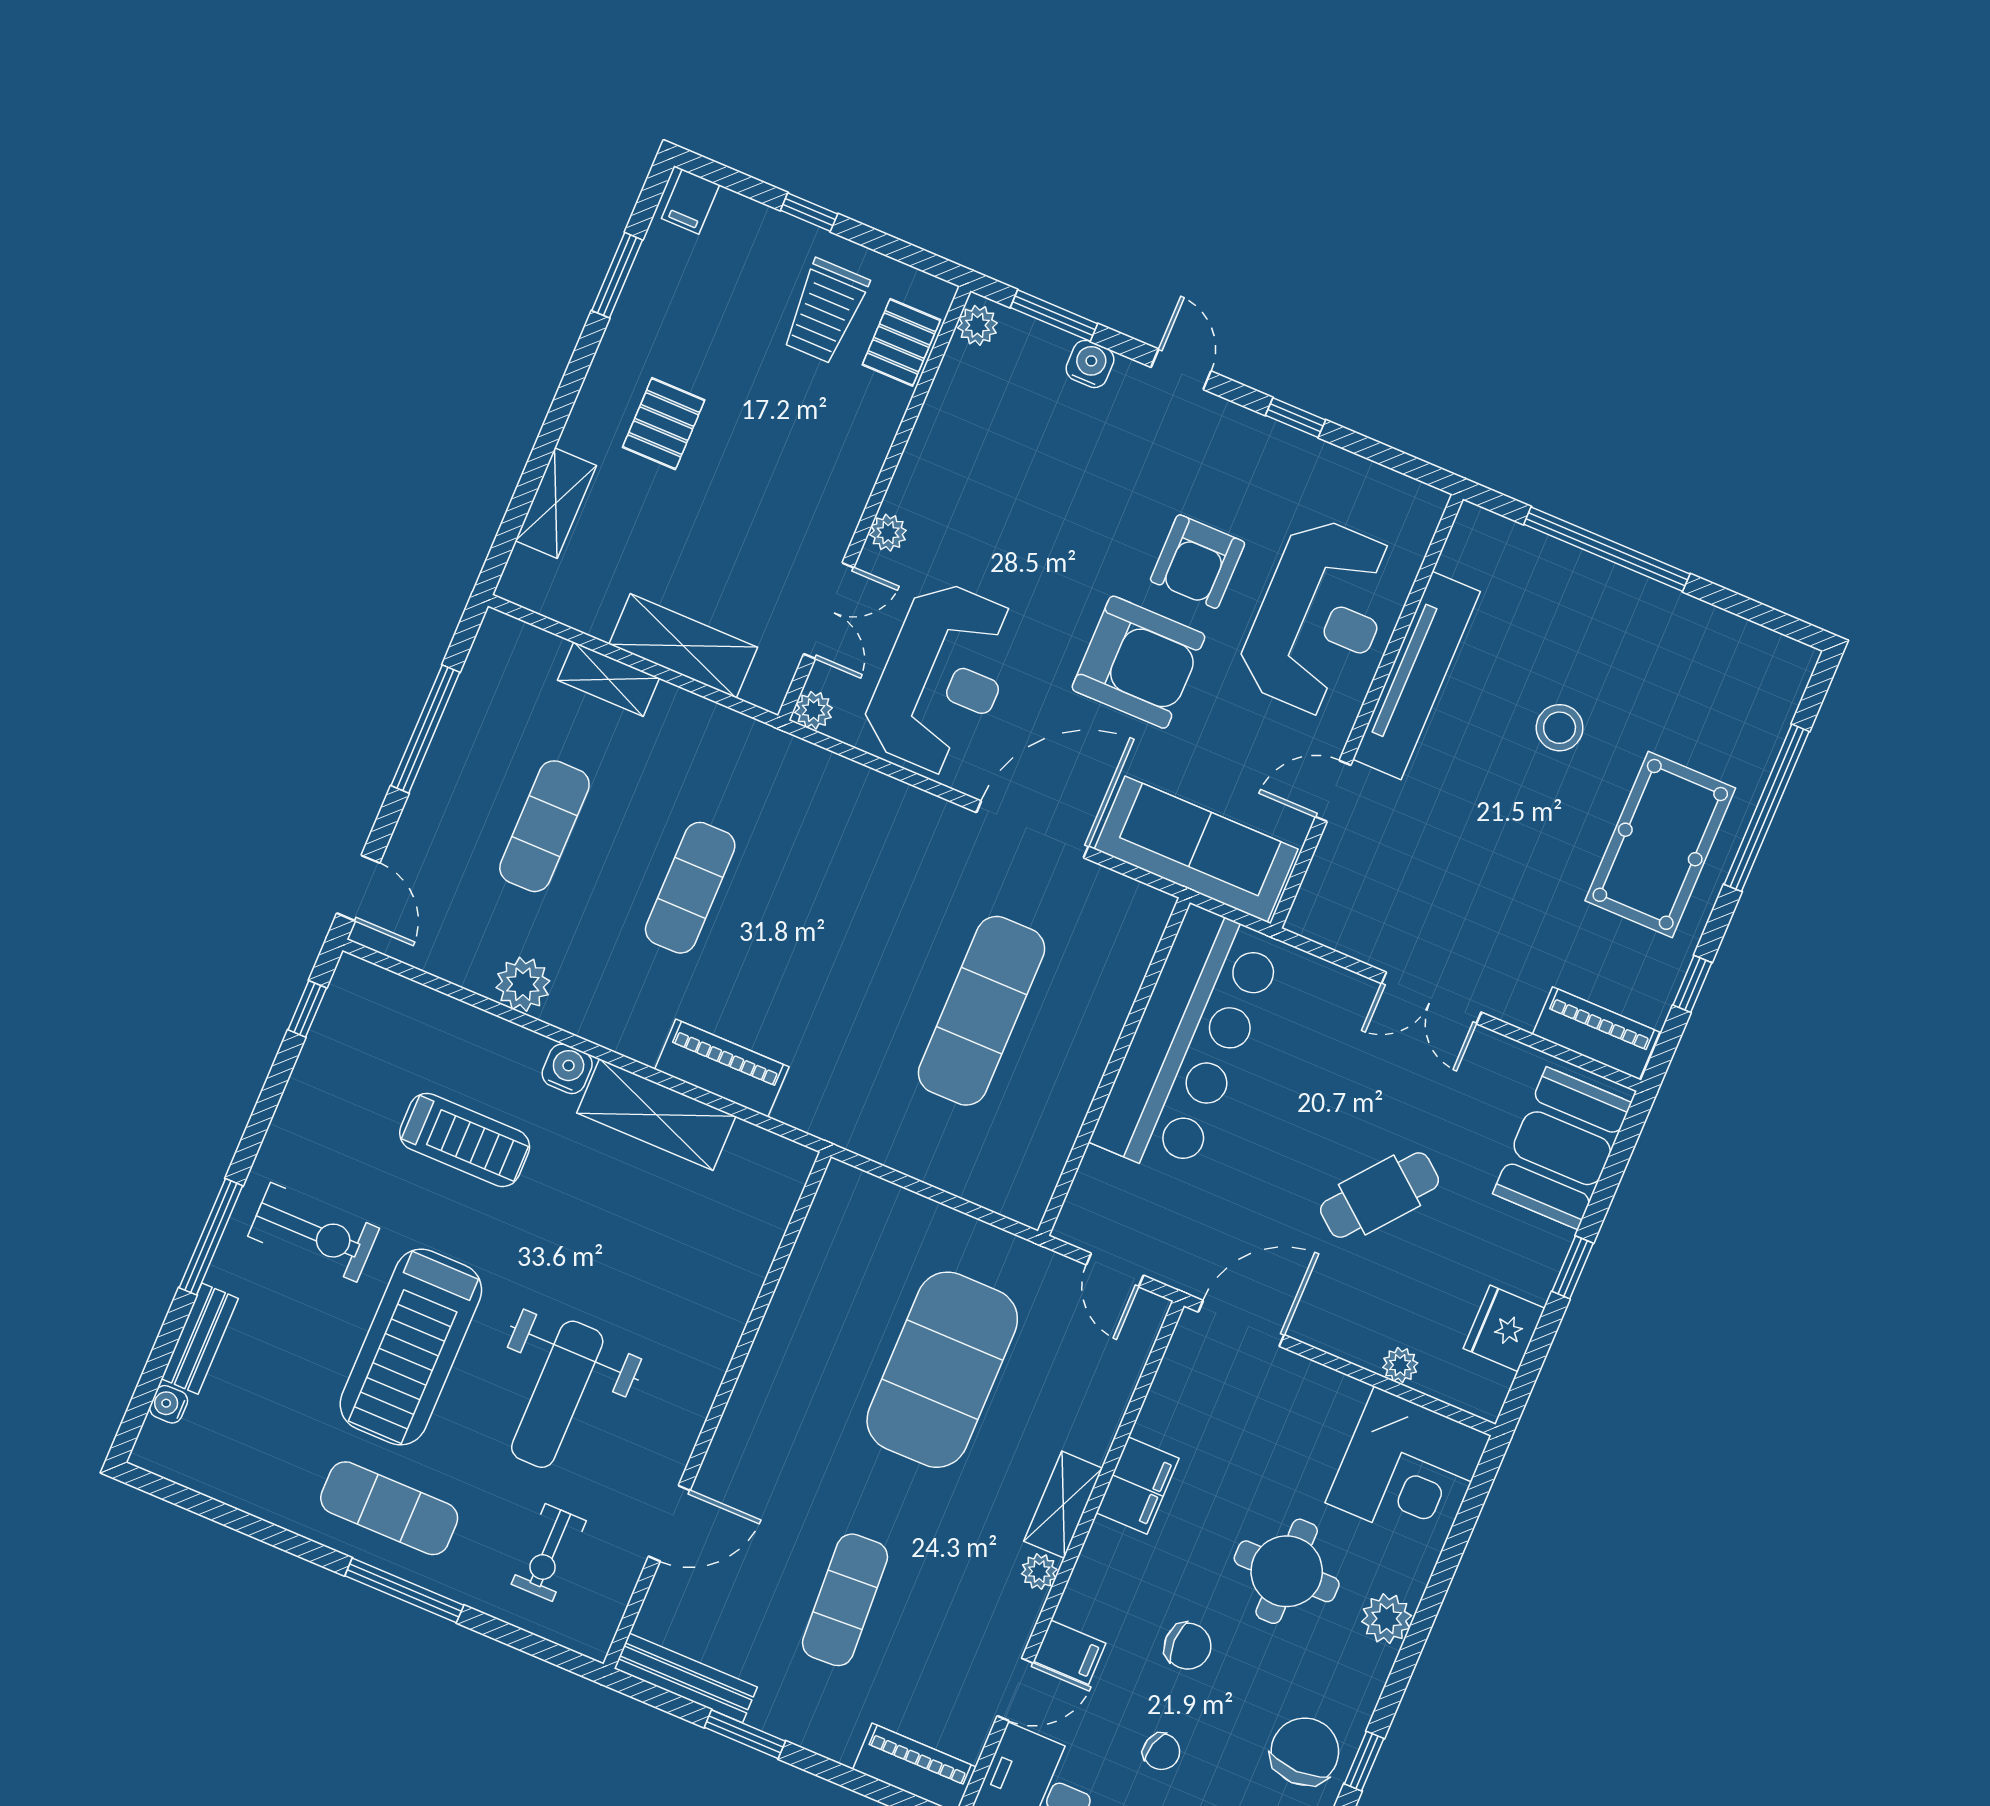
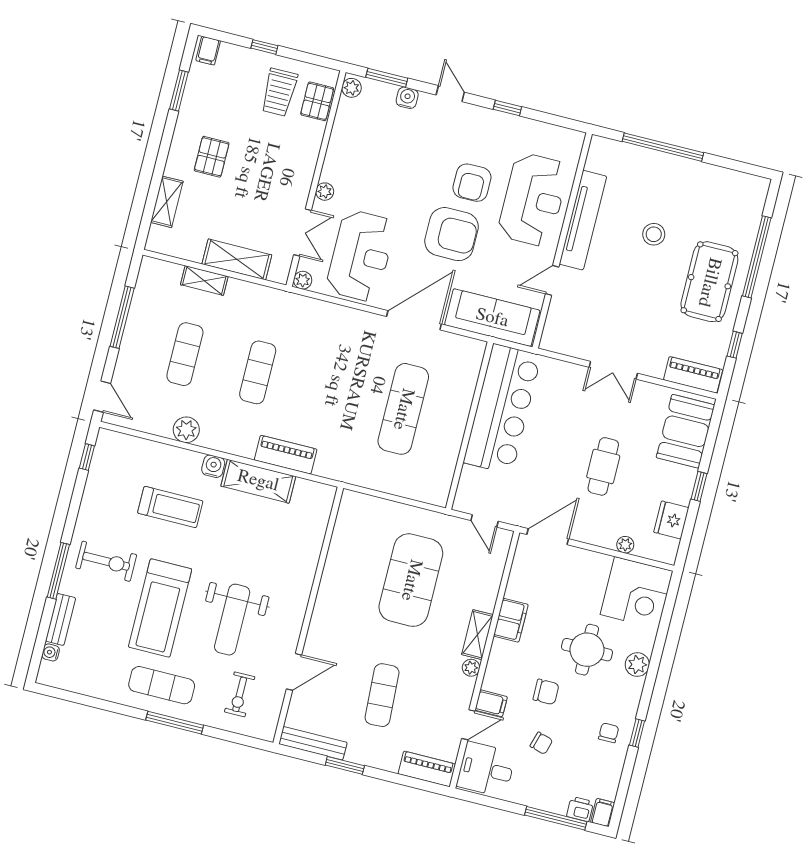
cafe table: (1380, 1195) -> (603, 466), turned -39
chair: (1305, 1752) -> (609, 733), width x0.54, depth x0.54

